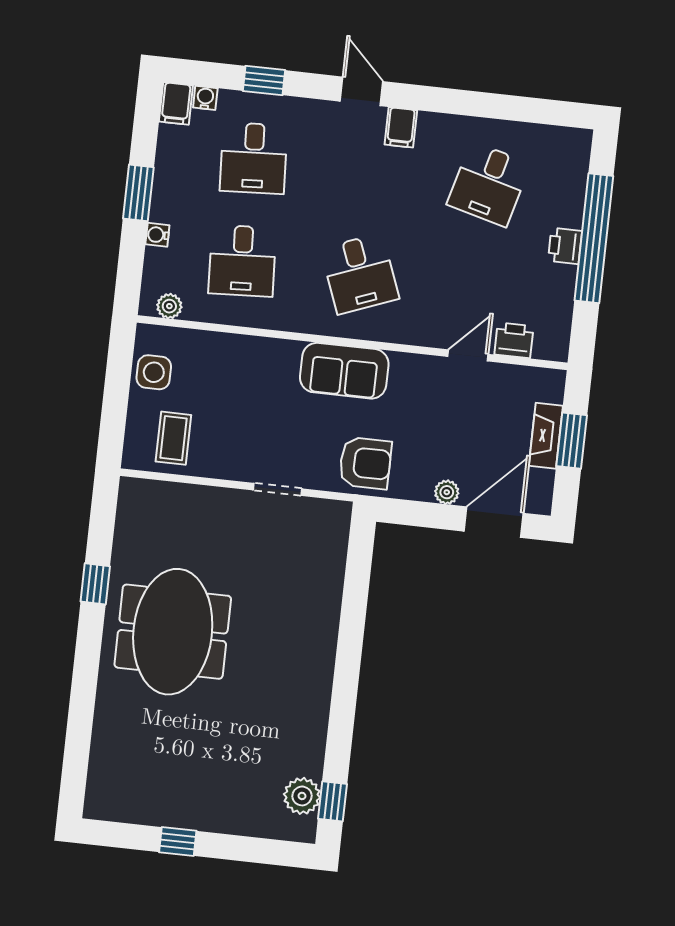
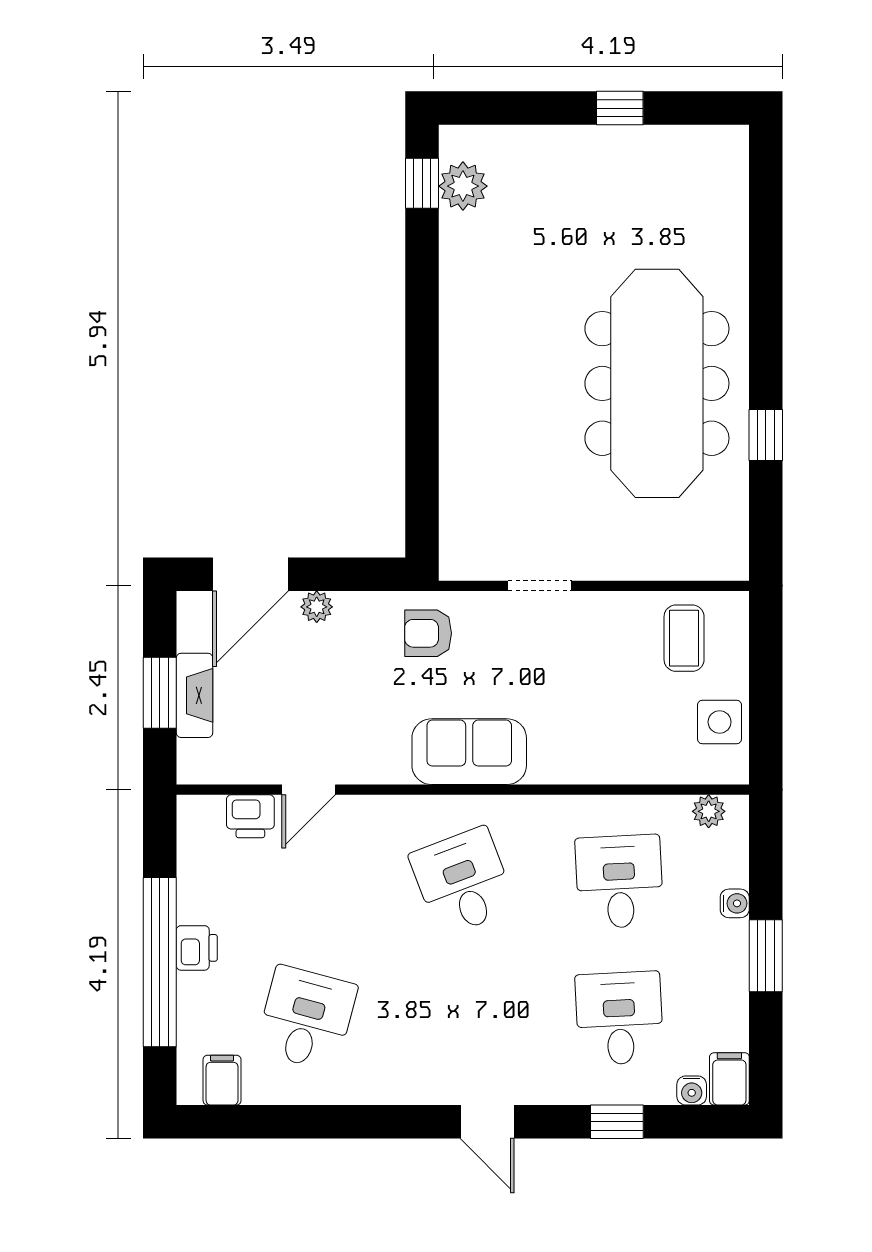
filing cabinet: (401, 127) -> (222, 1080), moved
armchair: (365, 463) -> (428, 633), width x0.72, depth x0.72
meeting table: (173, 632) -> (657, 383), width x1.36

